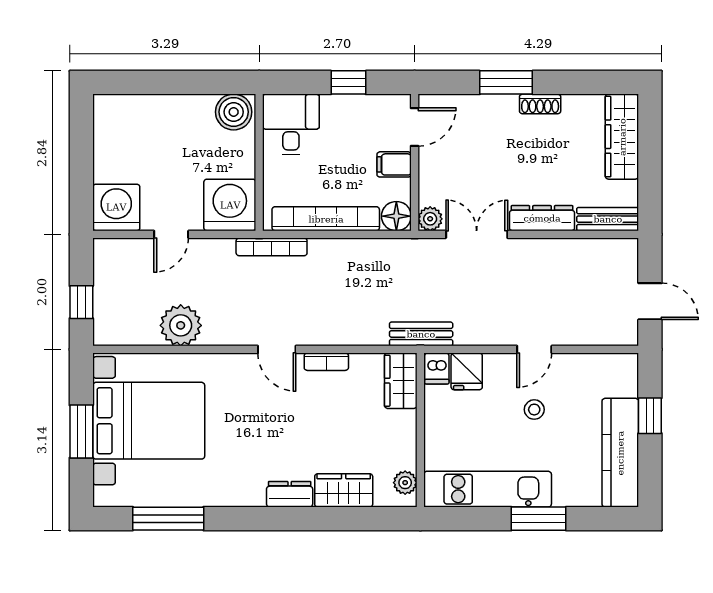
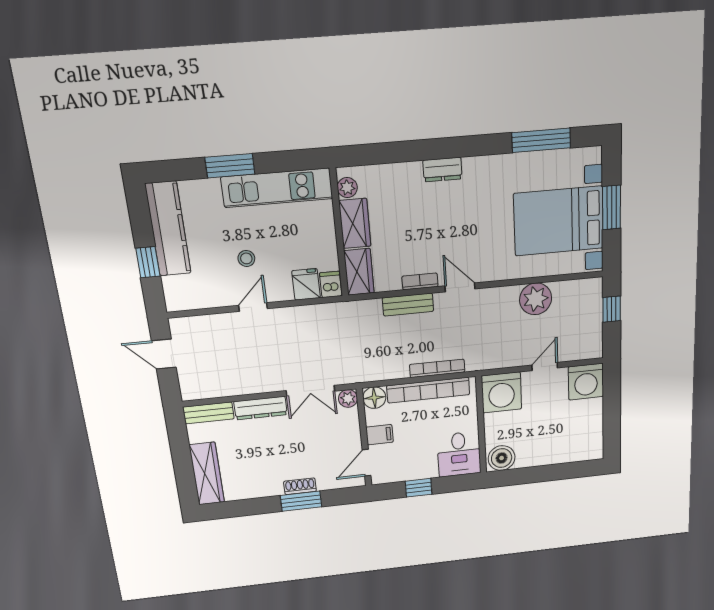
shoe rack: (540, 104) -> (300, 486), moved
bookcase: (272, 247) -> (437, 368), moved
bench: (421, 334) -> (408, 305), moved
wardrobe: (344, 490) -> (355, 223), moved, turned -90

